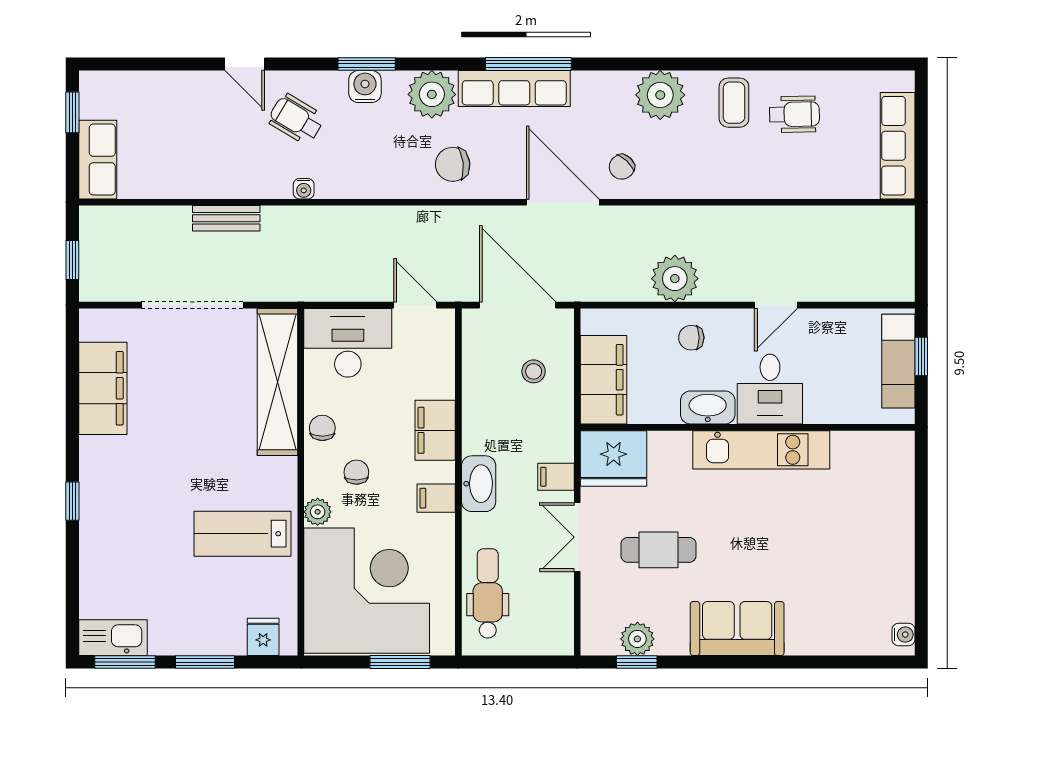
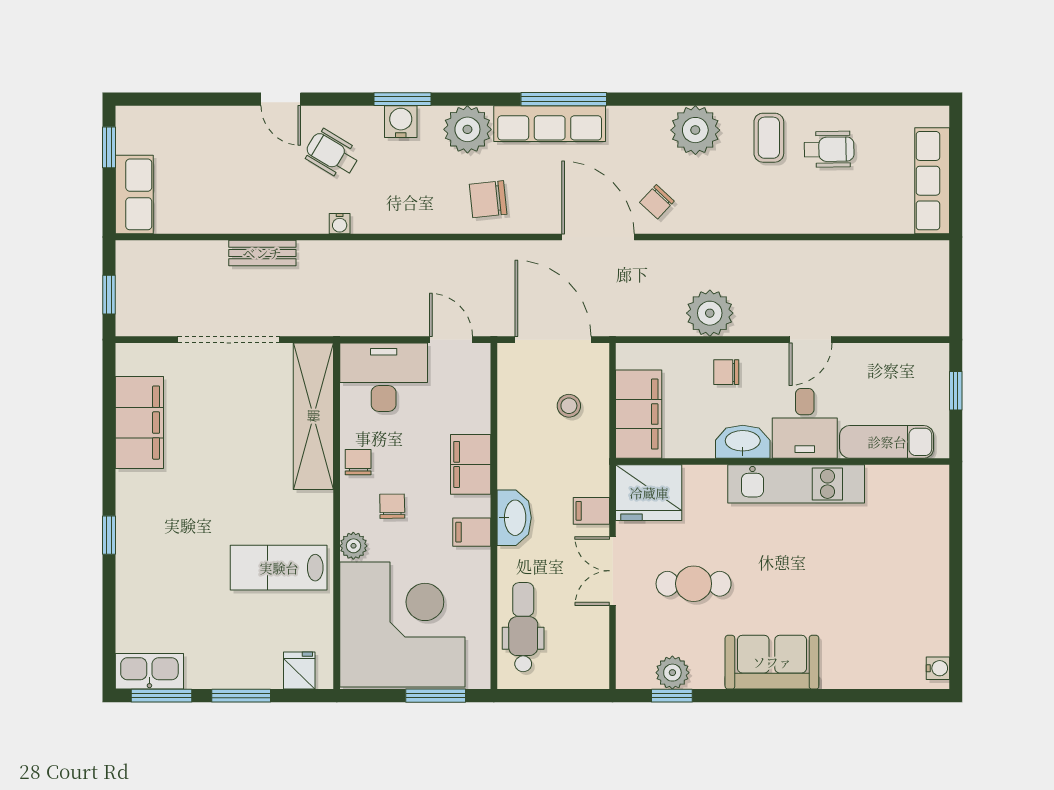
exam couch: (898, 361) -> (887, 442), moved, turned 90

